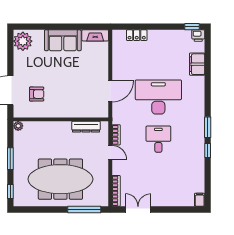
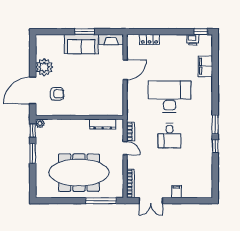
window: (66, 27) -> (85, 32), added
printer: (198, 36) -> (193, 40), moved
plant: (23, 41) -> (44, 67), moved
door: (110, 91) -> (125, 70), moved
desk: (158, 139) -> (170, 136), turned 180
window: (10, 191) -> (33, 131), moved
filing cabinet: (200, 200) -> (176, 192), moved
double door: (138, 209) -> (151, 201), swing flipped

